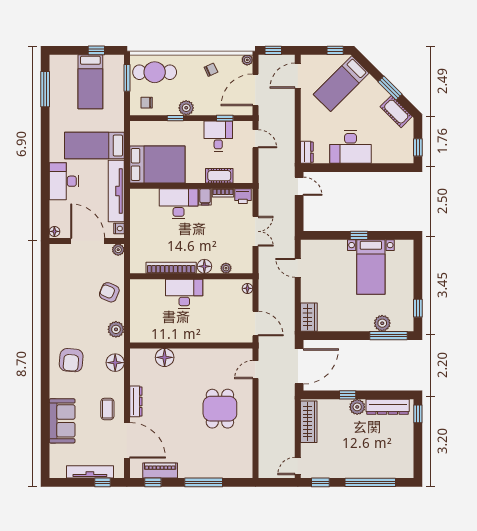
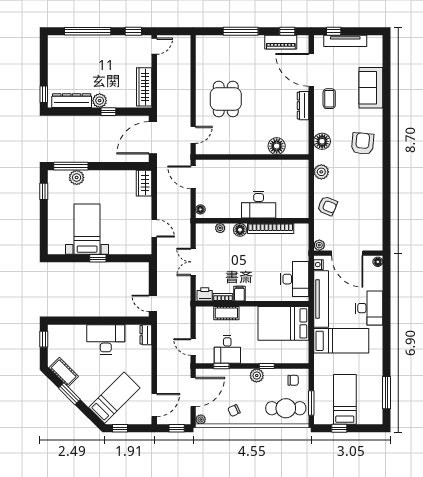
desk: (179, 204) -> (295, 279), moved, turned -90

